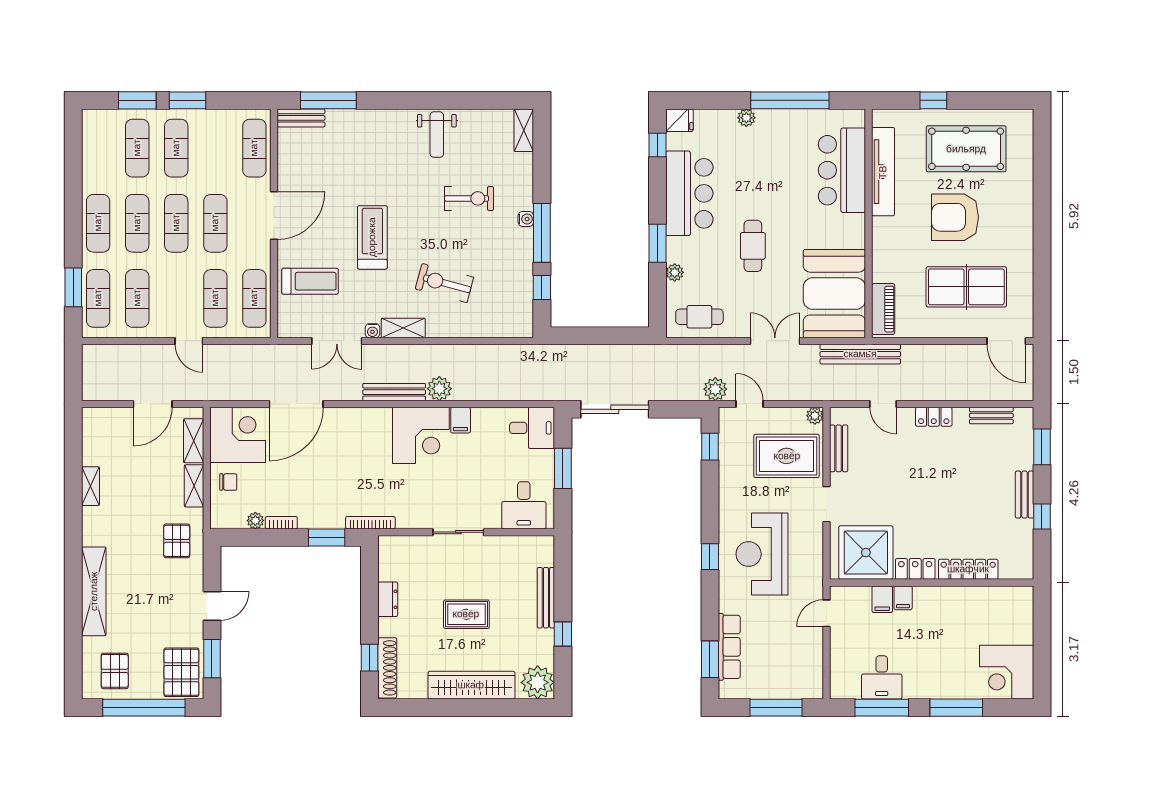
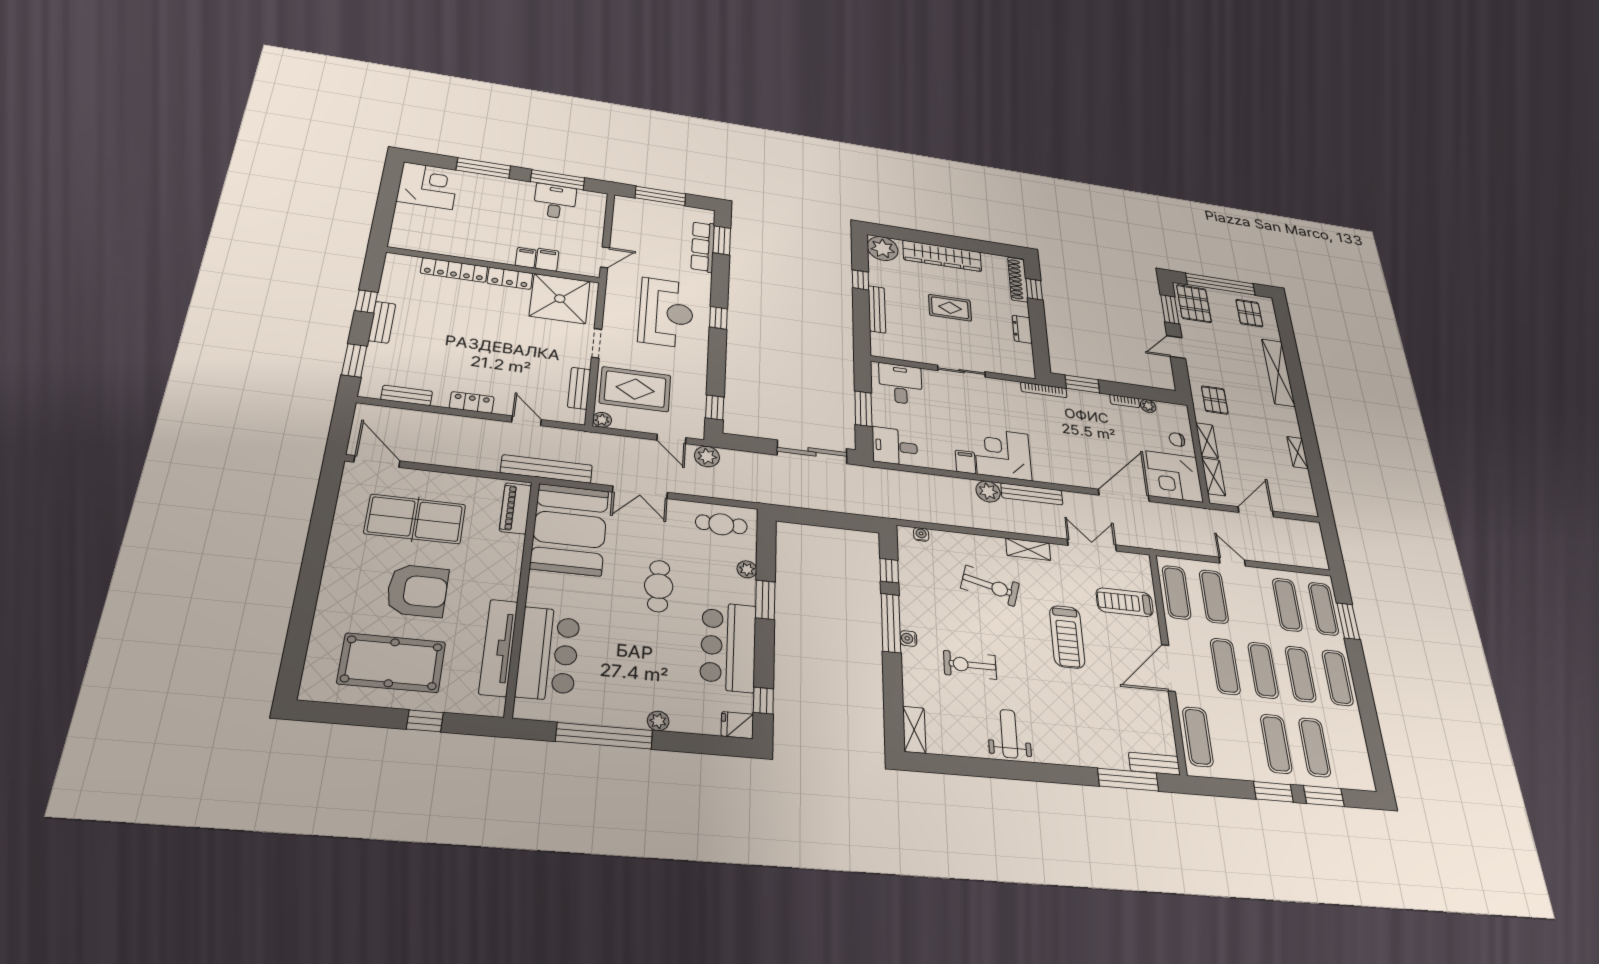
water cooler: (372, 331) -> (921, 534), moved

